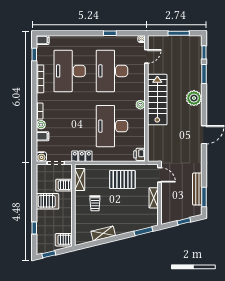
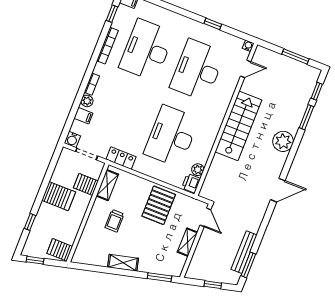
plant: (140, 105) -> (198, 170), moved
pallet: (122, 180) -> (159, 205), turned 90
shelving: (103, 233) -> (123, 263), moved

